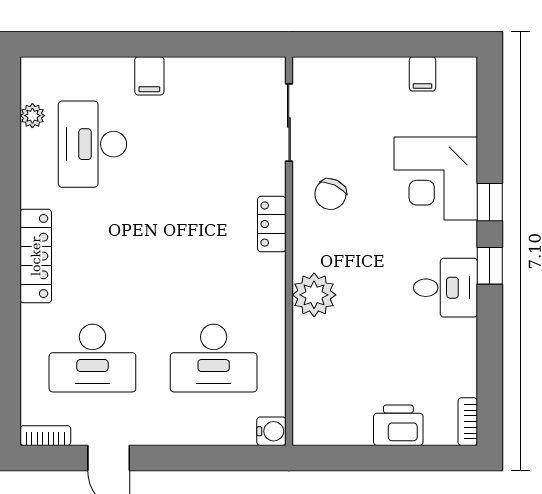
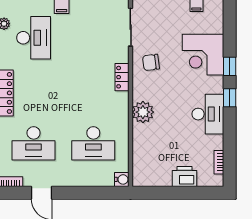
desk: (92, 144) -> (34, 38), turned 180
chair: (330, 194) -> (151, 62), turned 58
desk: (445, 288) -> (208, 114), width x1.37
bookcase: (468, 422) -> (219, 162), moved

